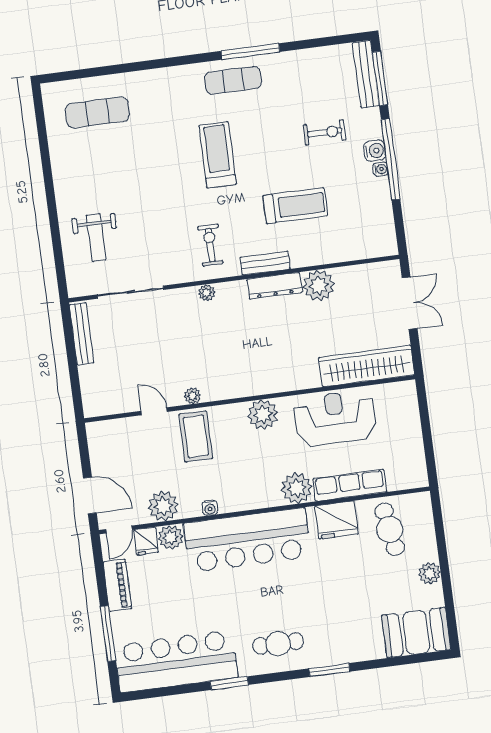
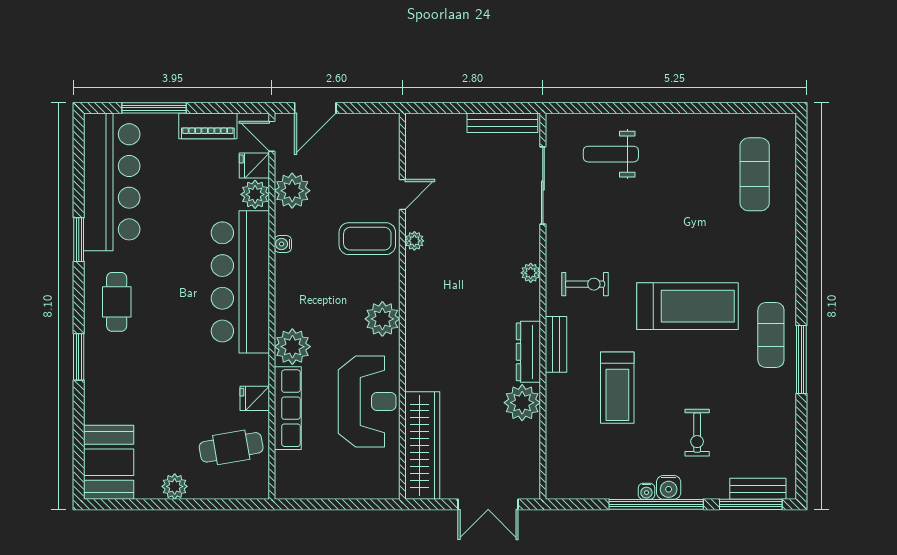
bench: (366, 74) -> (758, 489), width x0.73
treadmill: (218, 155) -> (688, 306), width x1.37, depth x1.38
fridge: (337, 520) -> (255, 398), width x0.53, depth x0.75

